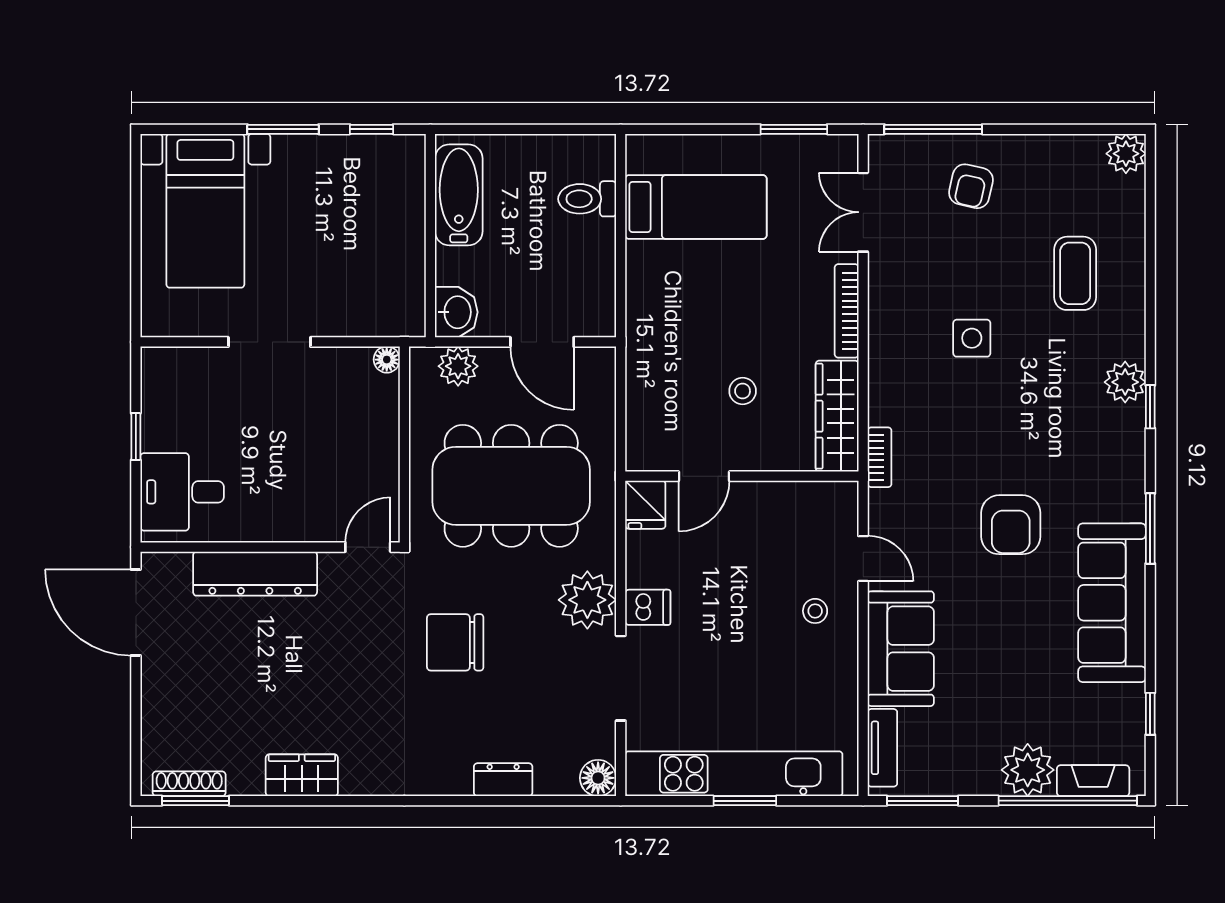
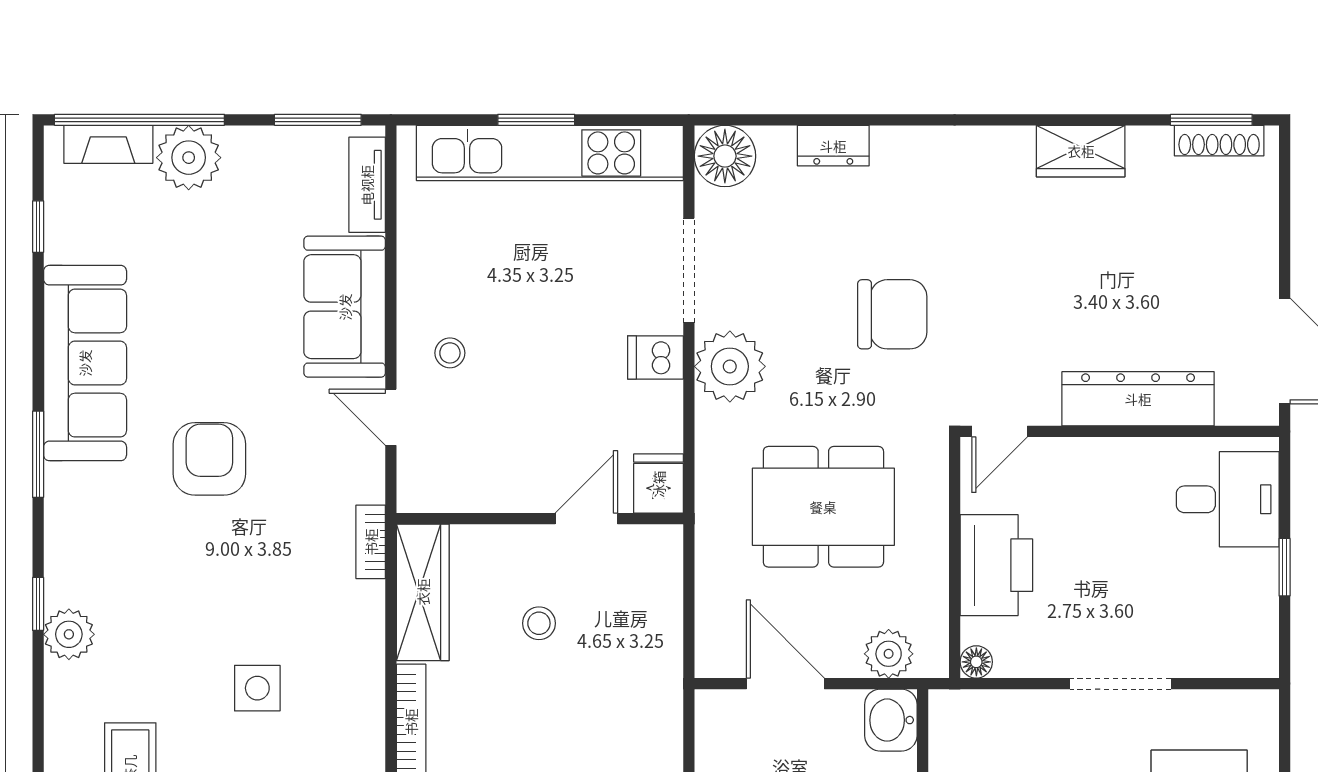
printer: (370, 438) -> (996, 565), added
dining table: (511, 486) -> (823, 507), width x0.73, depth x0.80
floor lamp: (598, 778) -> (725, 156), width x1.38, depth x1.38

